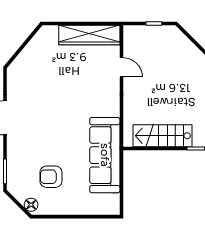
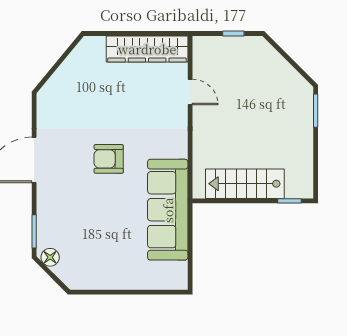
armchair: (51, 177) -> (109, 159), moved
floor lamp: (31, 205) -> (50, 257), moved

